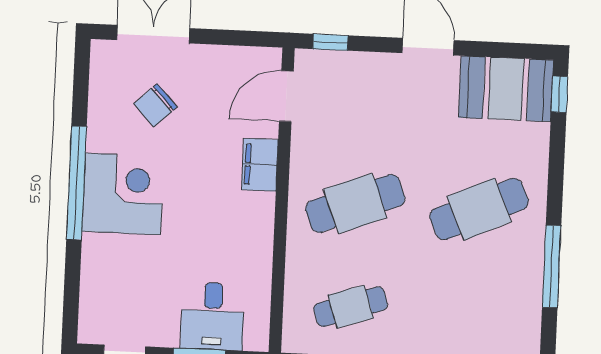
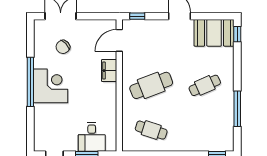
cafe table: (479, 209) -> (205, 85), width x0.73, depth x0.74
cafe table: (351, 307) -> (151, 130), turned 36

